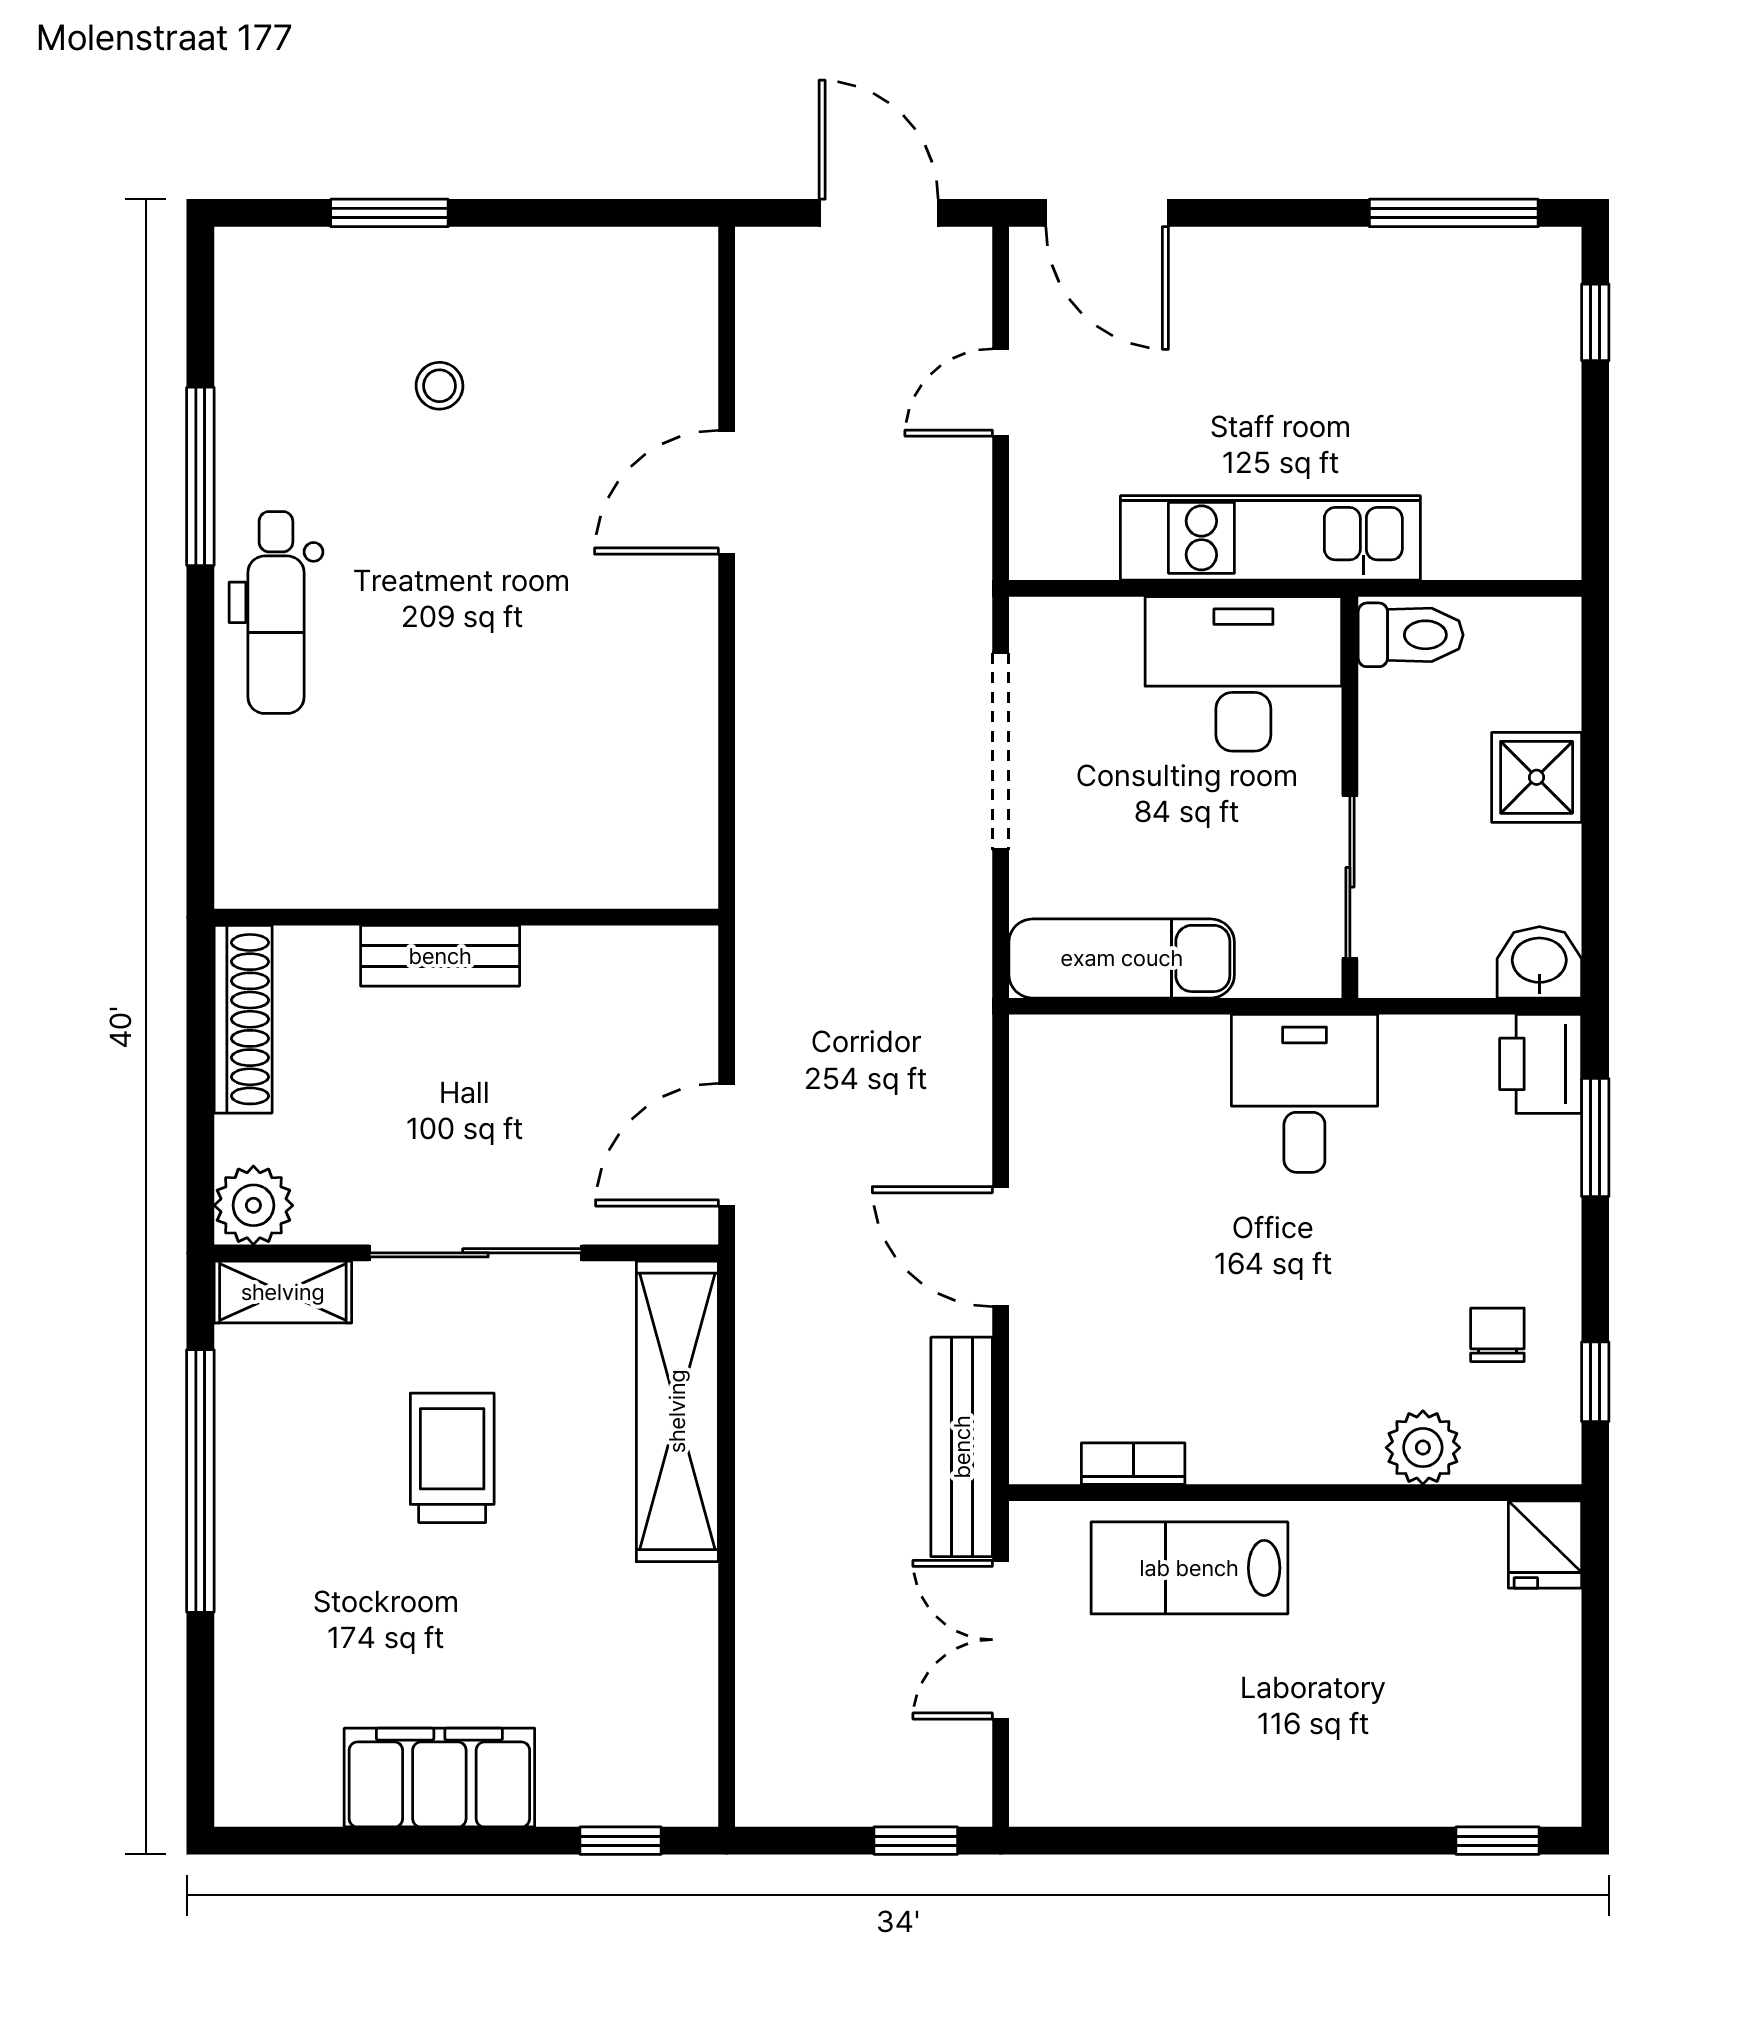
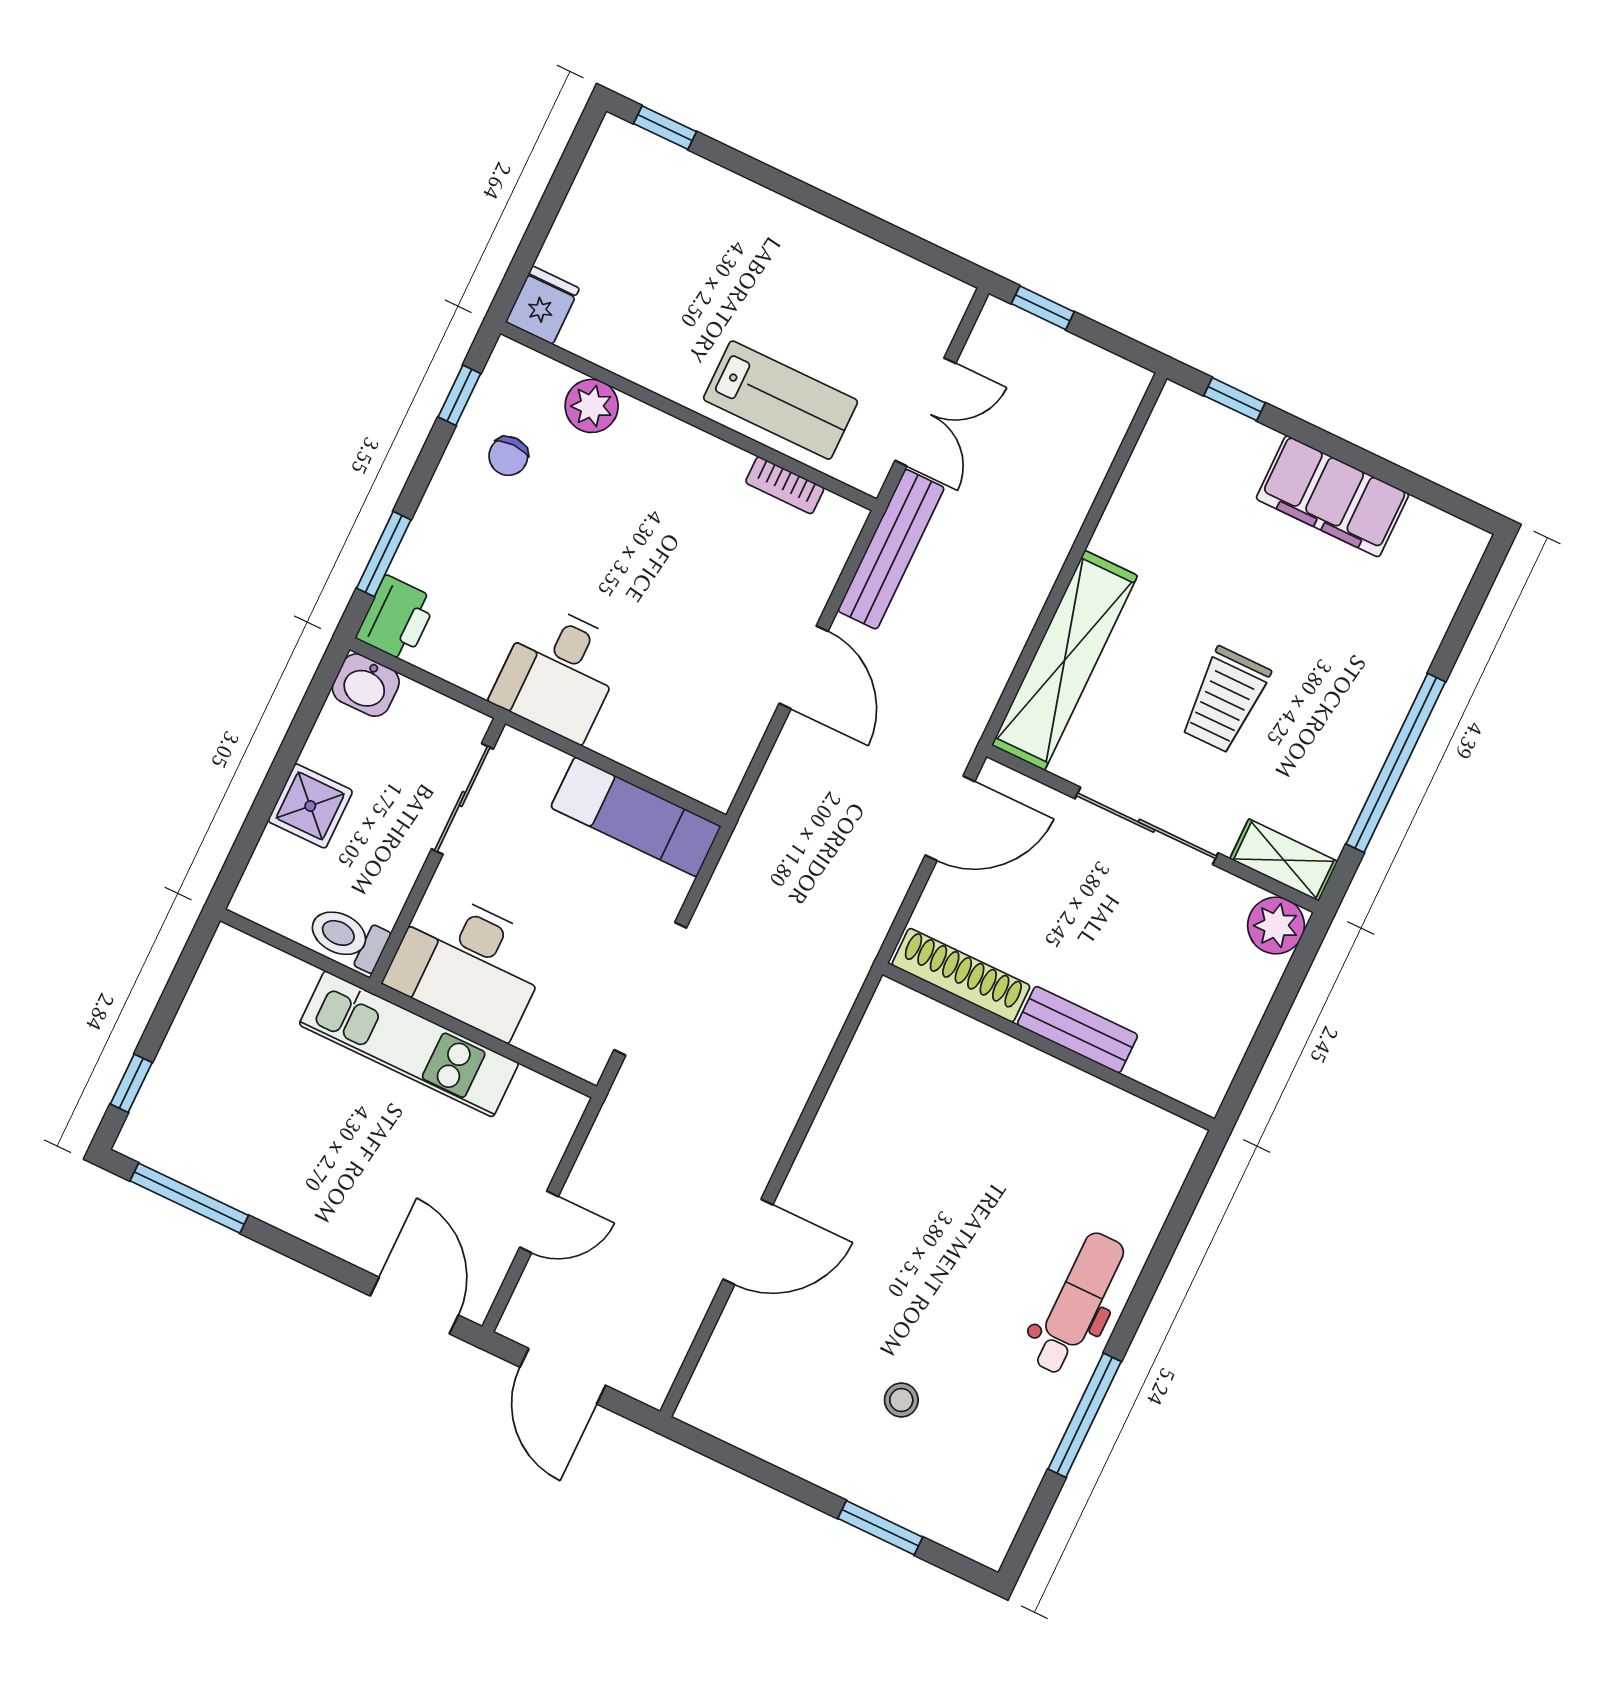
shoe rack: (243, 1019) -> (961, 975), moved, turned 90

